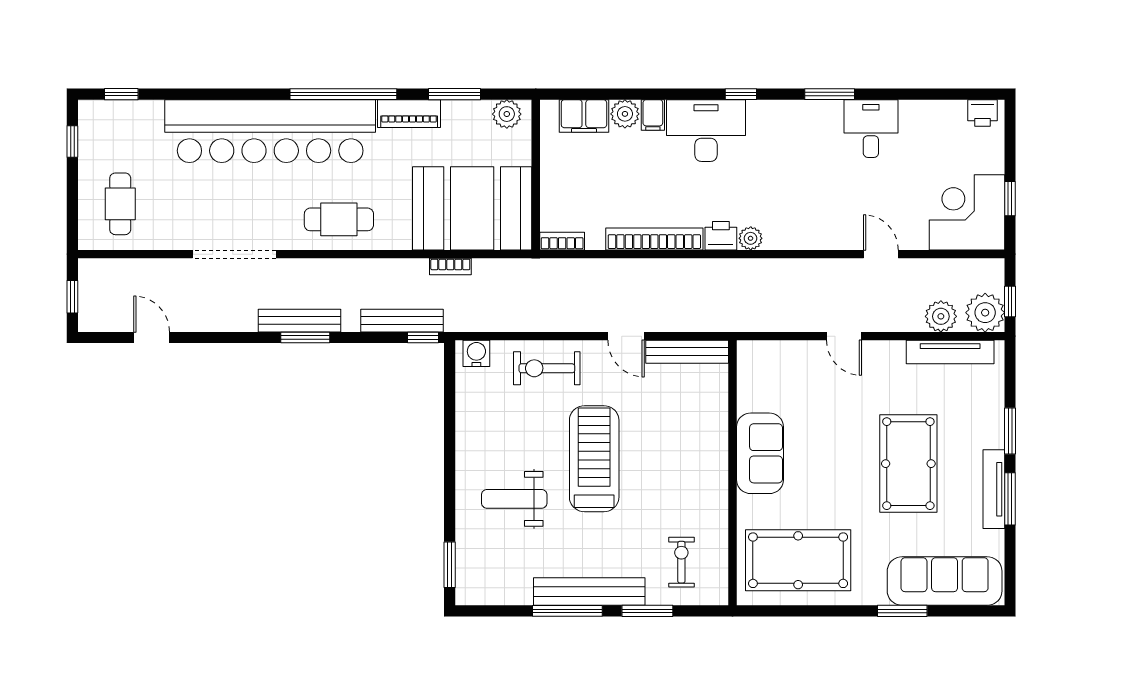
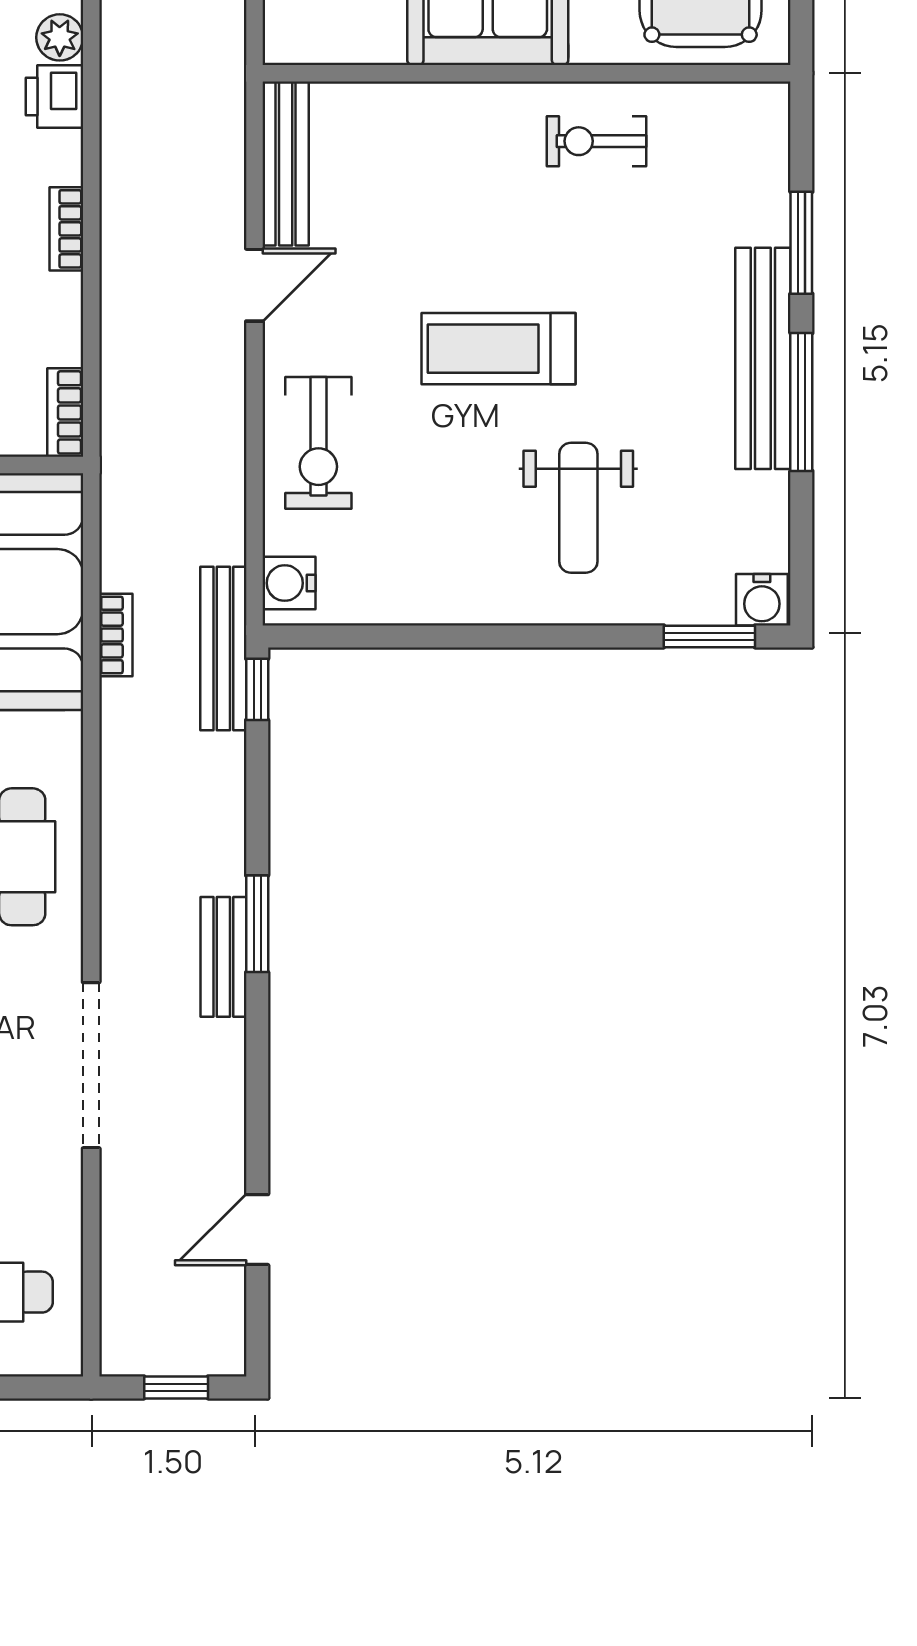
bookcase: (654, 239) -> (66, 229), width x0.43, depth x0.76
bench: (300, 321) -> (223, 957), width x0.73
bench: (402, 321) -> (223, 649), moved
treadmill: (594, 459) -> (498, 349), width x0.73, depth x0.73
exercise bike: (681, 562) -> (597, 141), moved
water cooler: (468, 591) -> (762, 600), added

